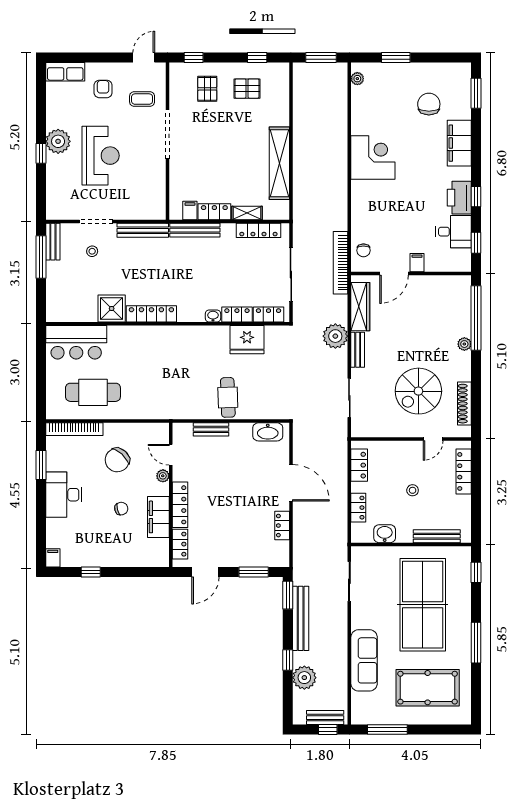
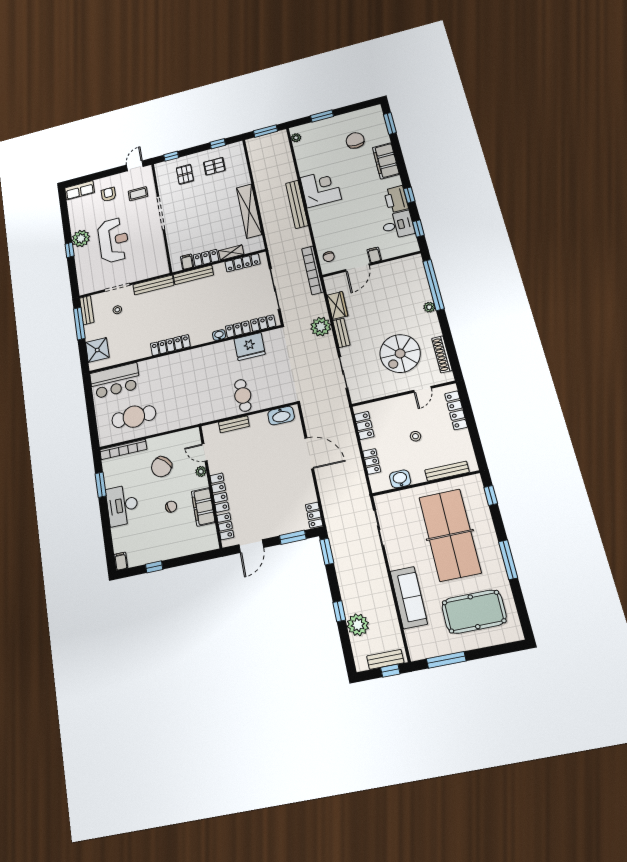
wardrobe: (360, 307) -> (337, 305), width x0.67
shower: (112, 308) -> (97, 350), moved
locker: (282, 526) -> (314, 515), moved
bench: (301, 618) -> (297, 204), moved

